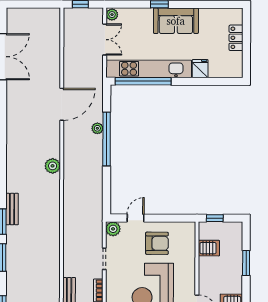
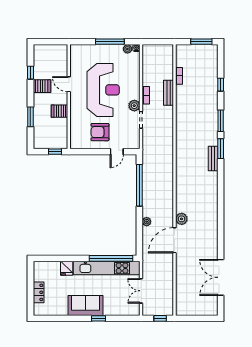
plant: (112, 15) -> (135, 310), removed
window: (107, 139) -> (139, 185), moved
plant: (53, 166) -> (182, 219), moved
plant: (113, 229) -> (134, 106), moved
server rack: (209, 248) -> (60, 111), moved

